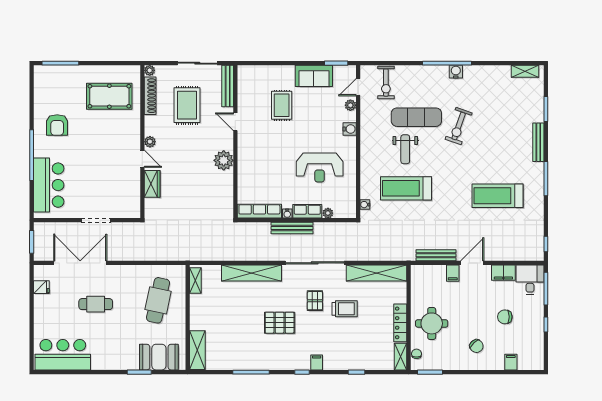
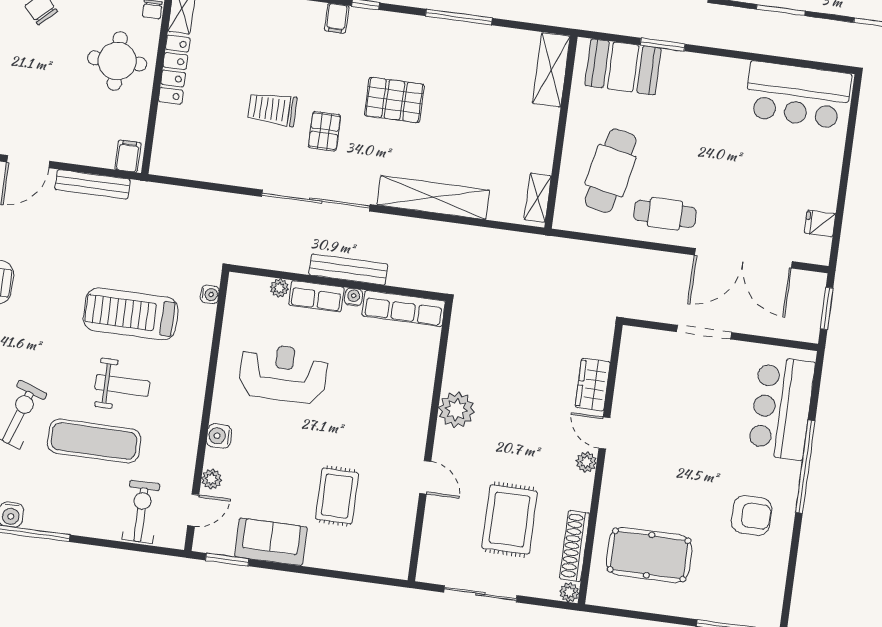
bench: (228, 86) -> (431, 545), removed
armchair: (57, 125) -> (751, 515), turned 90
weight bench: (405, 149) -> (122, 385), turned 90
treadmill: (406, 188) -> (131, 314), turned 180
shelving: (377, 273) -> (205, 167), removed
filing cabinet: (453, 273) -> (128, 156), moved
cafe table: (96, 304) -> (665, 214), moved

